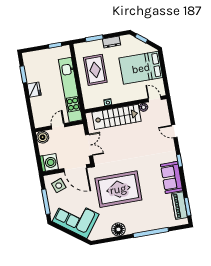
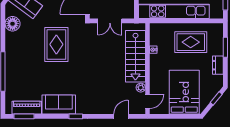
door: (174, 131) -> (121, 116), moved
rug: (118, 189) -> (56, 44), width x0.73, depth x0.69
floor lamp: (118, 229) -> (13, 24), moved

